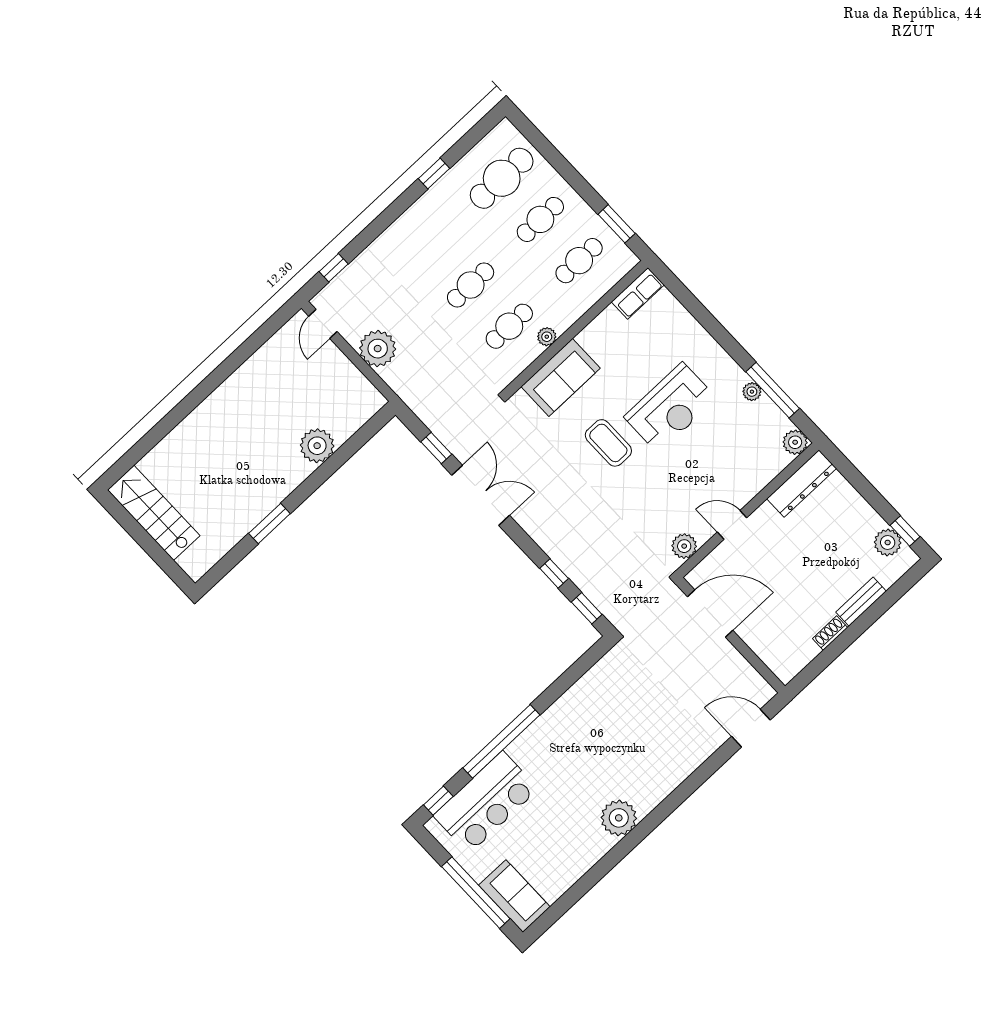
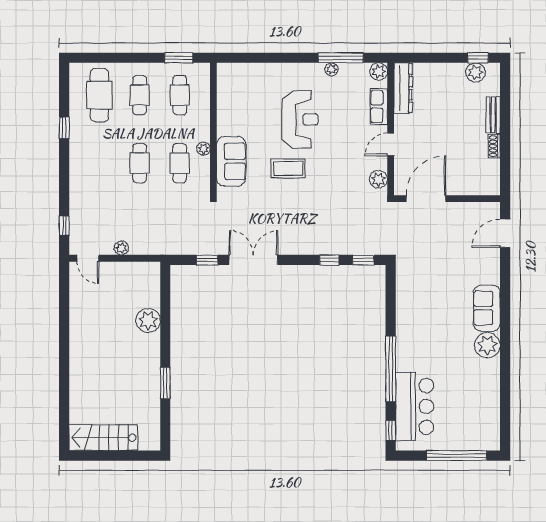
row of seats: (638, 293) -> (379, 107), moved, turned 180
plant: (378, 349) -> (121, 248), width x0.53, depth x0.53
sofa: (514, 896) -> (487, 308), moved, turned -90

